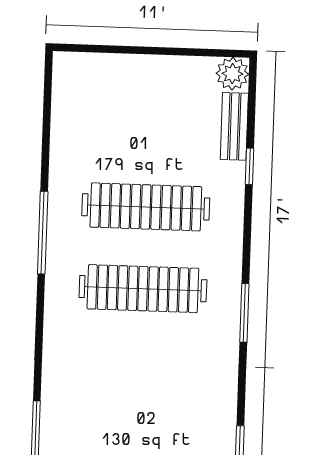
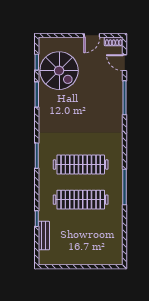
plant: (232, 74) -> (45, 258), removed

